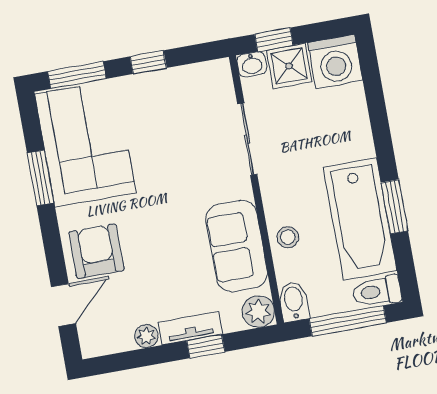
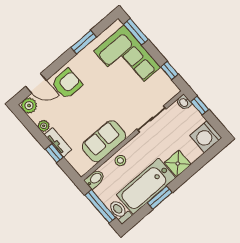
window: (148, 62) -> (170, 71), moved
shower: (289, 66) -> (178, 164), moved
corner sofa: (85, 143) -> (127, 59), moved, turned 90
plant: (258, 311) -> (29, 106), moved

